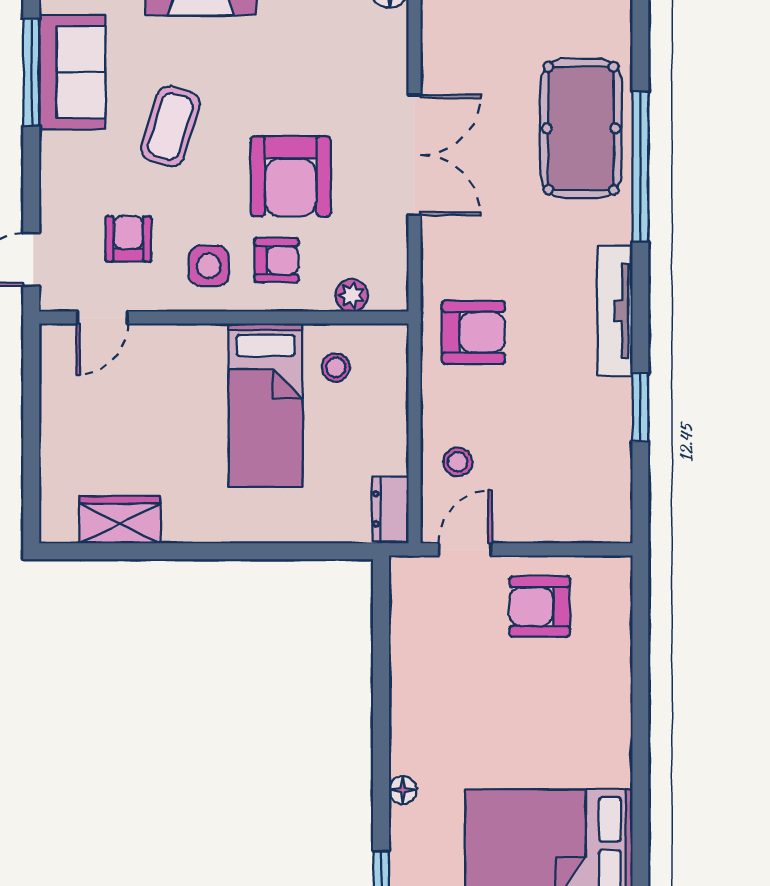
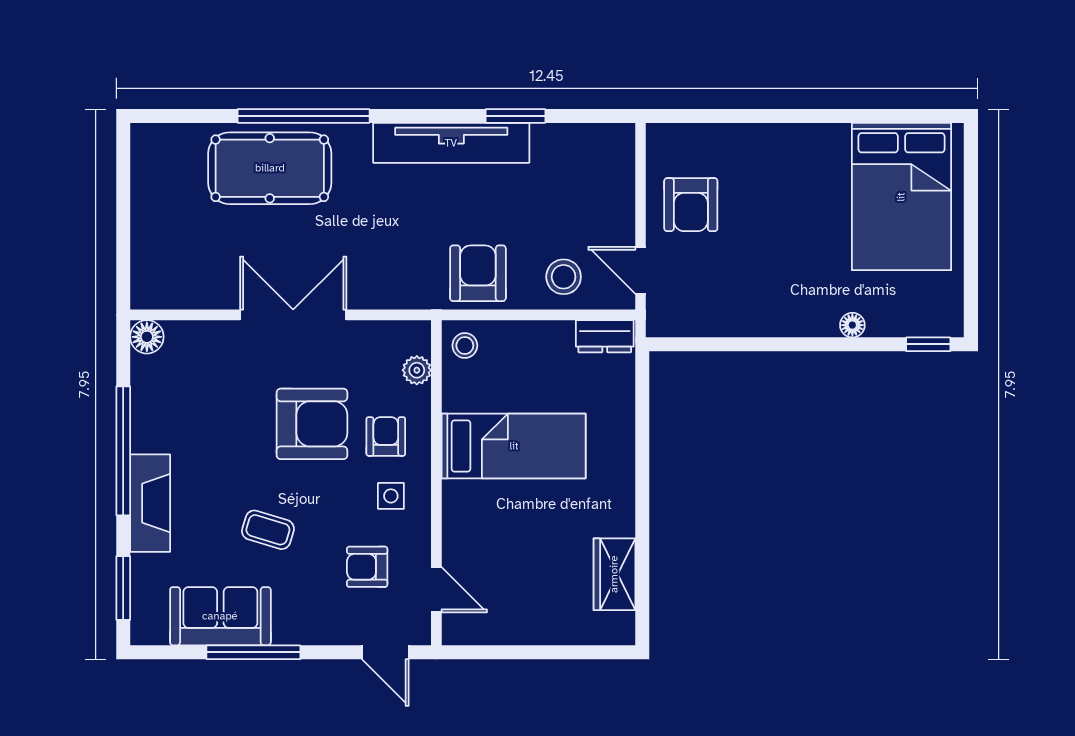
window: (31, 72) -> (253, 652), moved
coffee table: (170, 126) -> (268, 530), width x0.73, depth x0.77
side table: (209, 266) -> (391, 496), width x0.73, depth x0.73
tv unit: (615, 311) -> (451, 143), width x1.36, depth x1.29
armchair: (473, 332) -> (478, 273), moved
stool: (336, 367) -> (465, 345), moved
stool: (458, 462) -> (564, 277), width x1.37, depth x1.37

